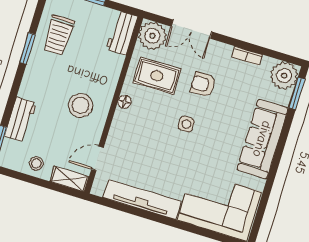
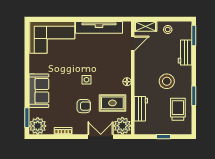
workbench: (122, 33) -> (141, 109), moved
stool: (80, 105) -> (167, 81), moved
sofa: (262, 139) -> (39, 91), width x0.73

